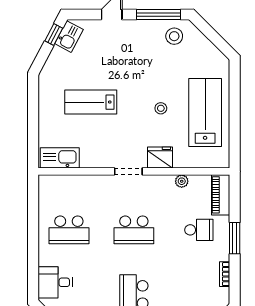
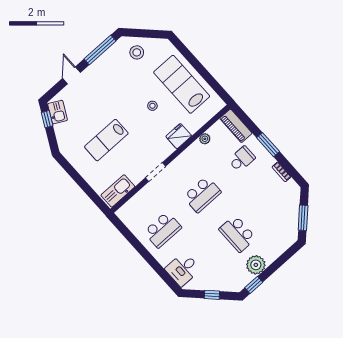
stool: (174, 36) -> (137, 52), moved
doorway: (128, 171) -> (155, 172), moved

